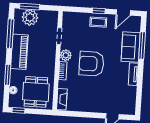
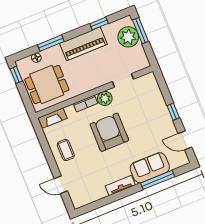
coffee table: (98, 22) -> (66, 150), moved
window: (10, 34) -> (99, 23), width x0.46

